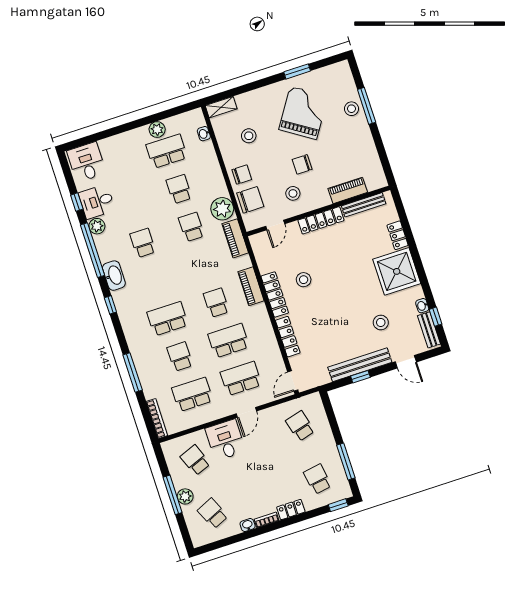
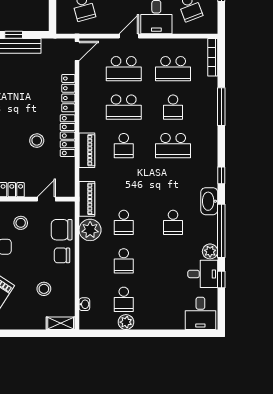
school desk: (167, 151) -> (124, 299), width x0.54

